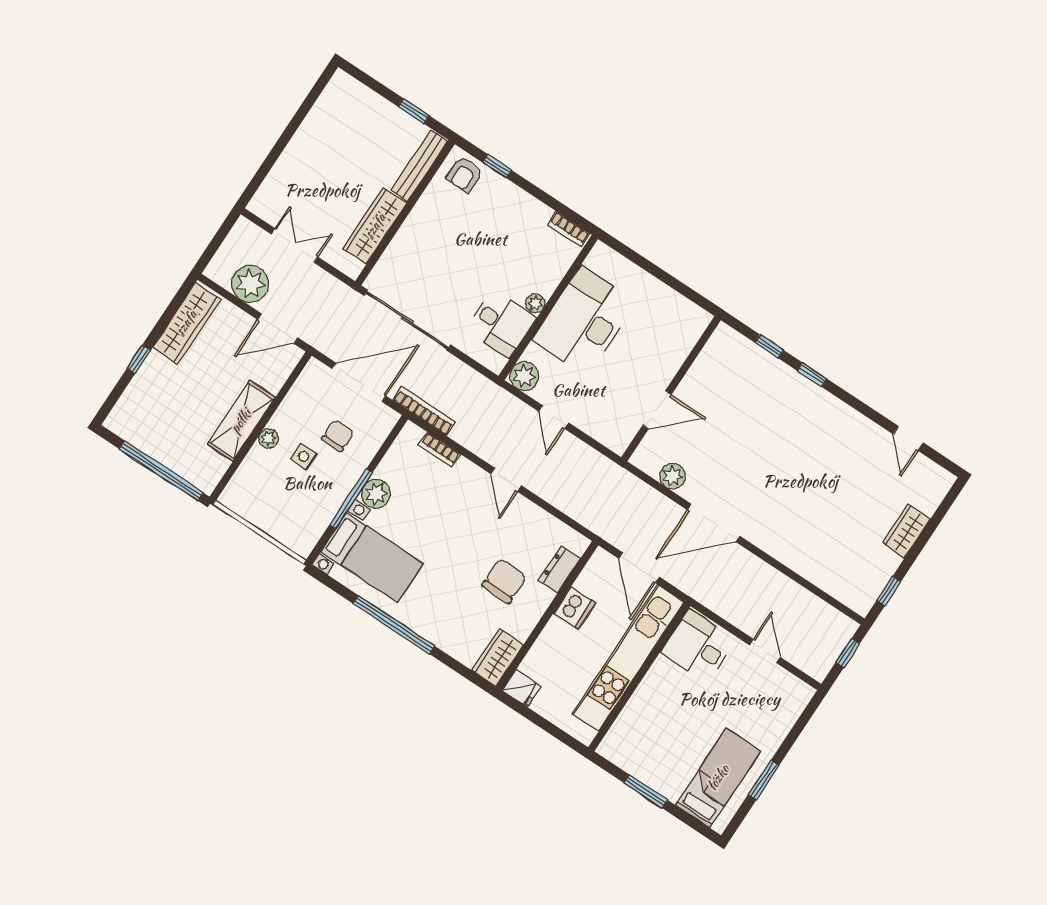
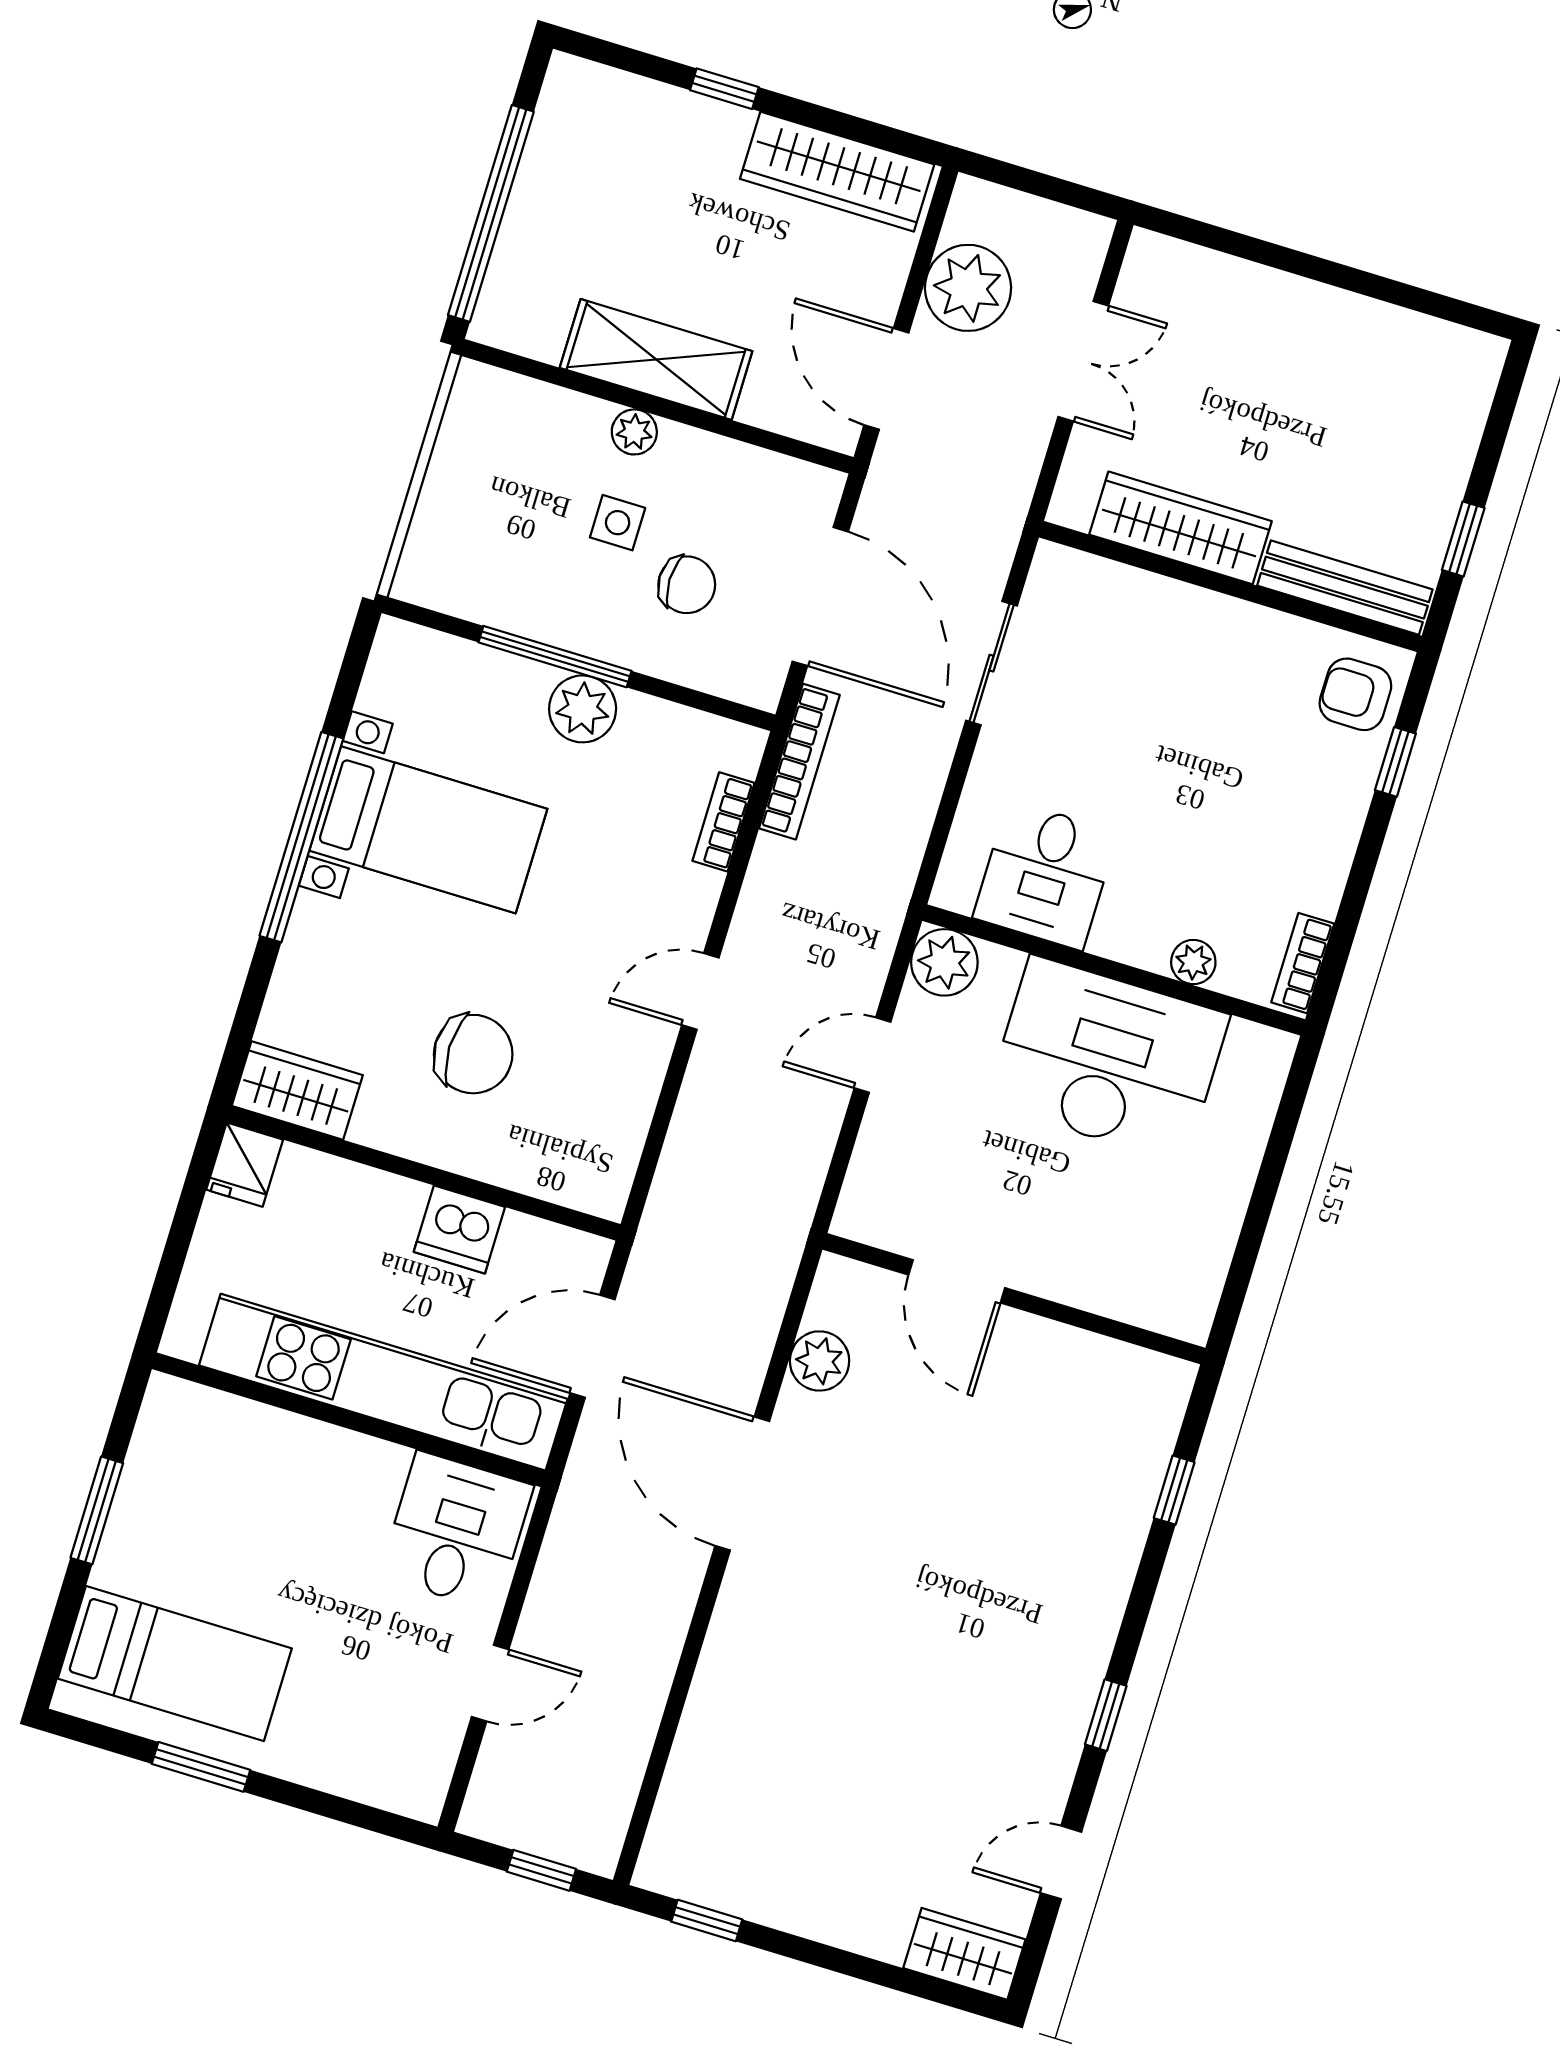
plant: (535, 303) -> (1193, 962), moved
sliding door: (407, 320) -> (992, 663), width x0.54
window: (812, 375) -> (1106, 1715), moved
wardrobe: (906, 531) -> (964, 1954), moved
bed with nightstands: (372, 557) -> (428, 830), moved, turned -90
dresser: (559, 570) -> (535, 1170), removed

